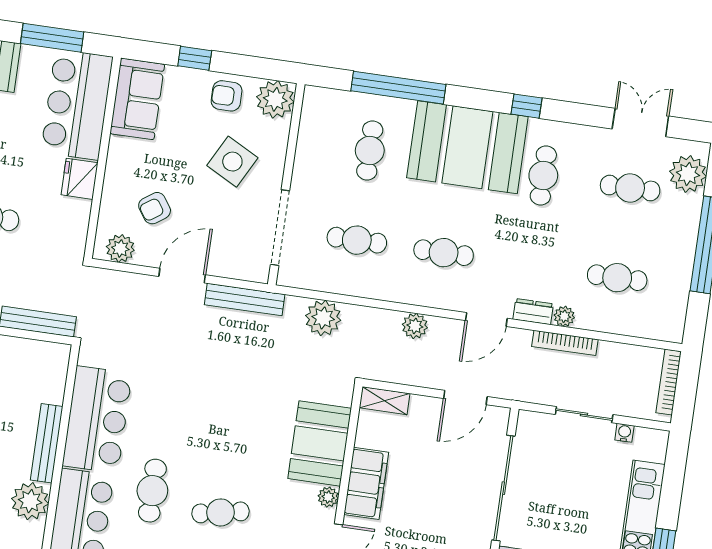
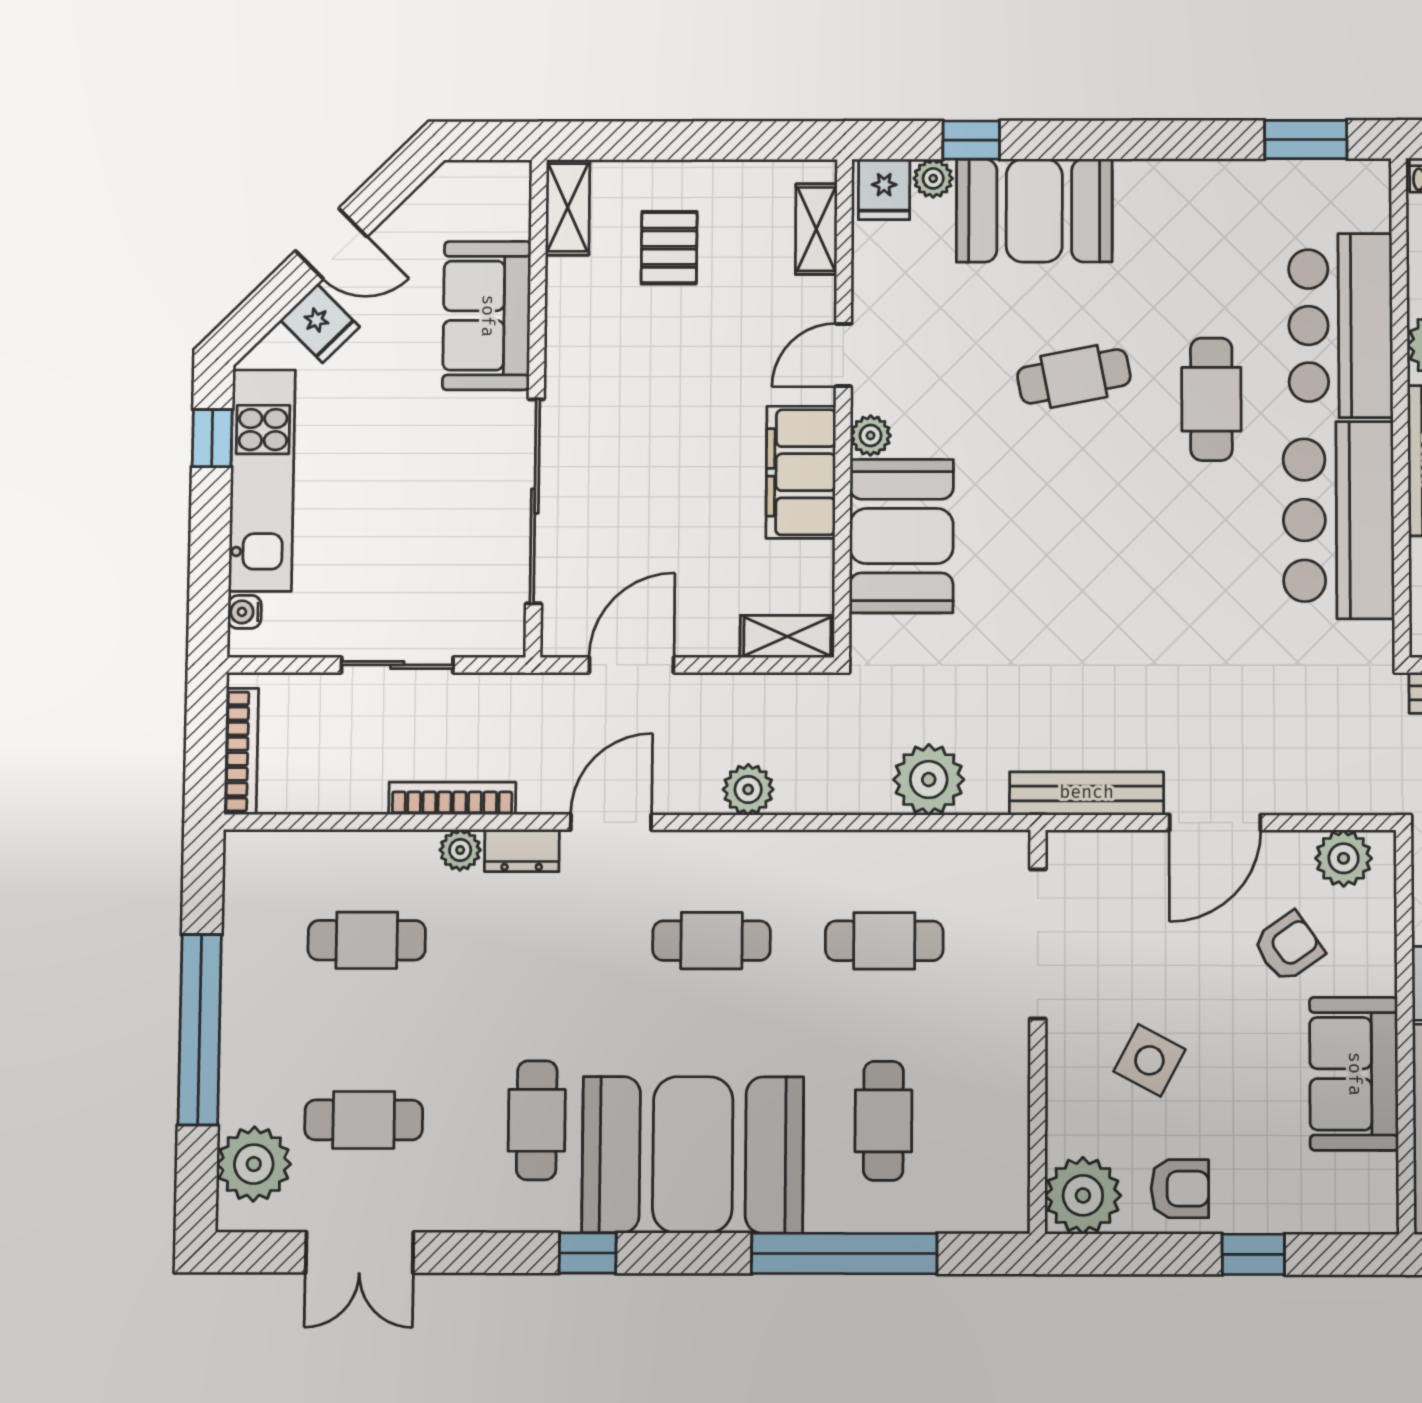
sofa: (137, 99) -> (1354, 1074), moved
side table: (232, 162) -> (1149, 1060), width x0.73, depth x0.73
water cooler: (624, 433) -> (245, 612), moved, turned 90

